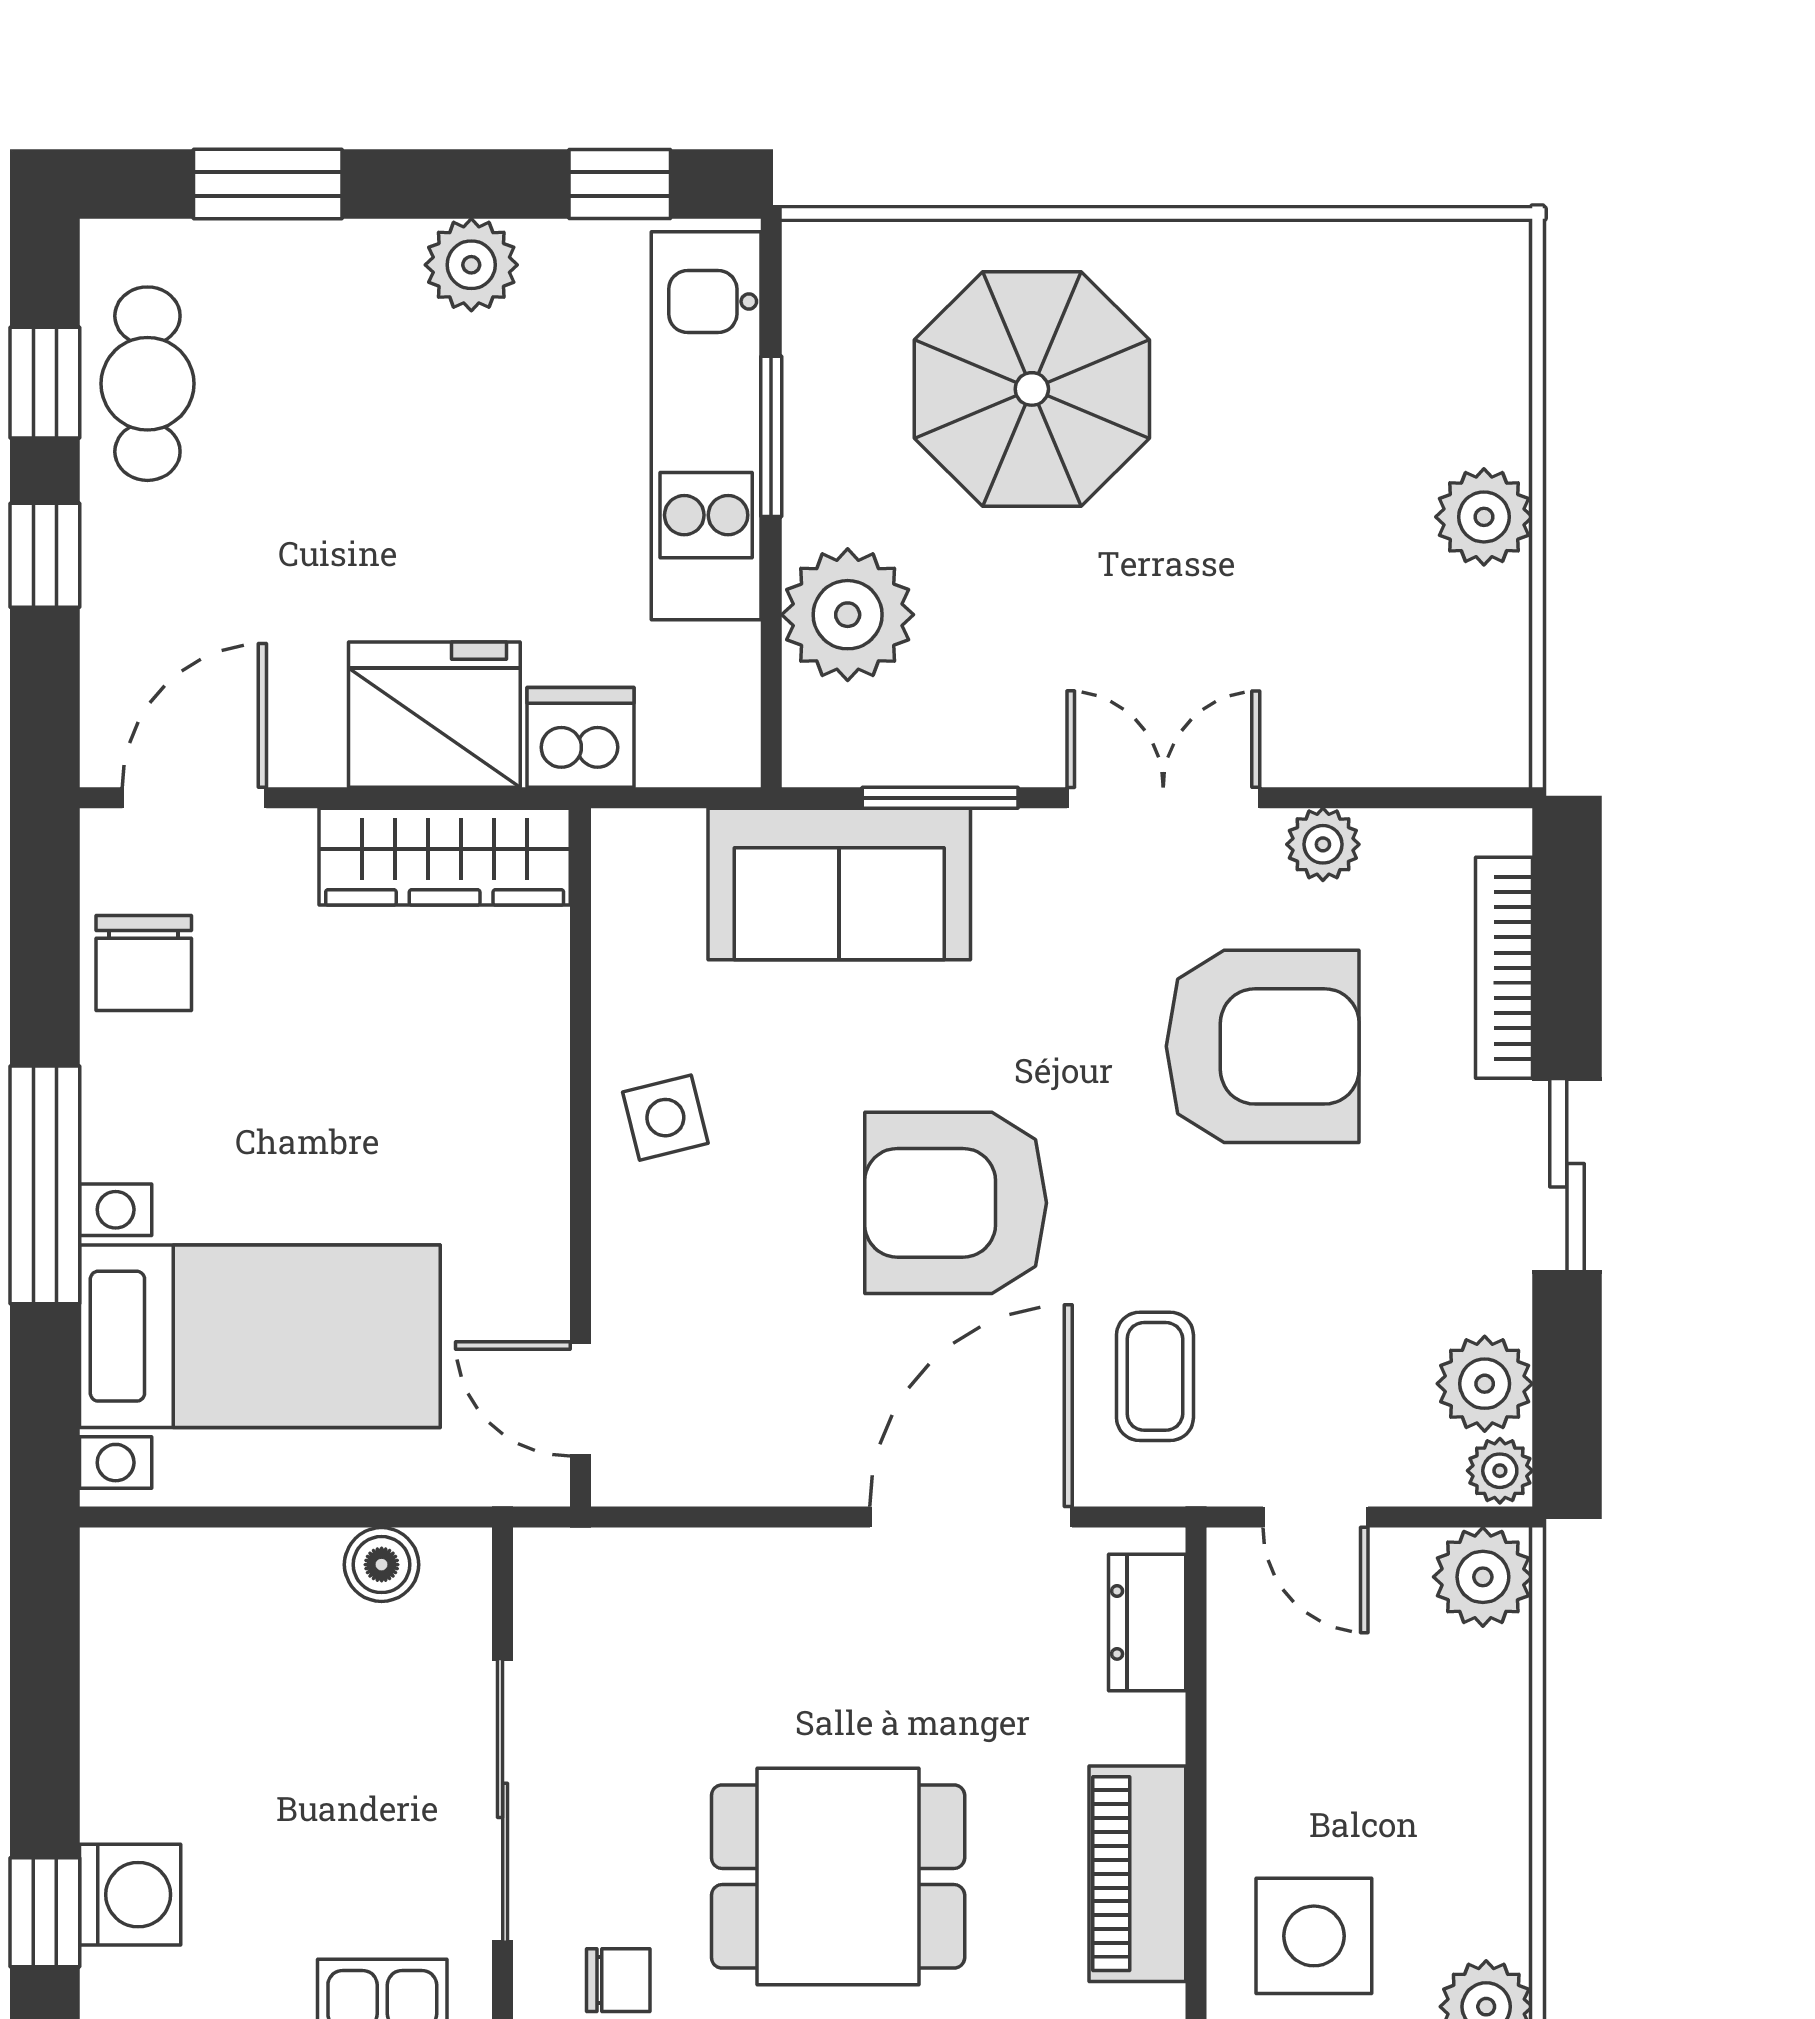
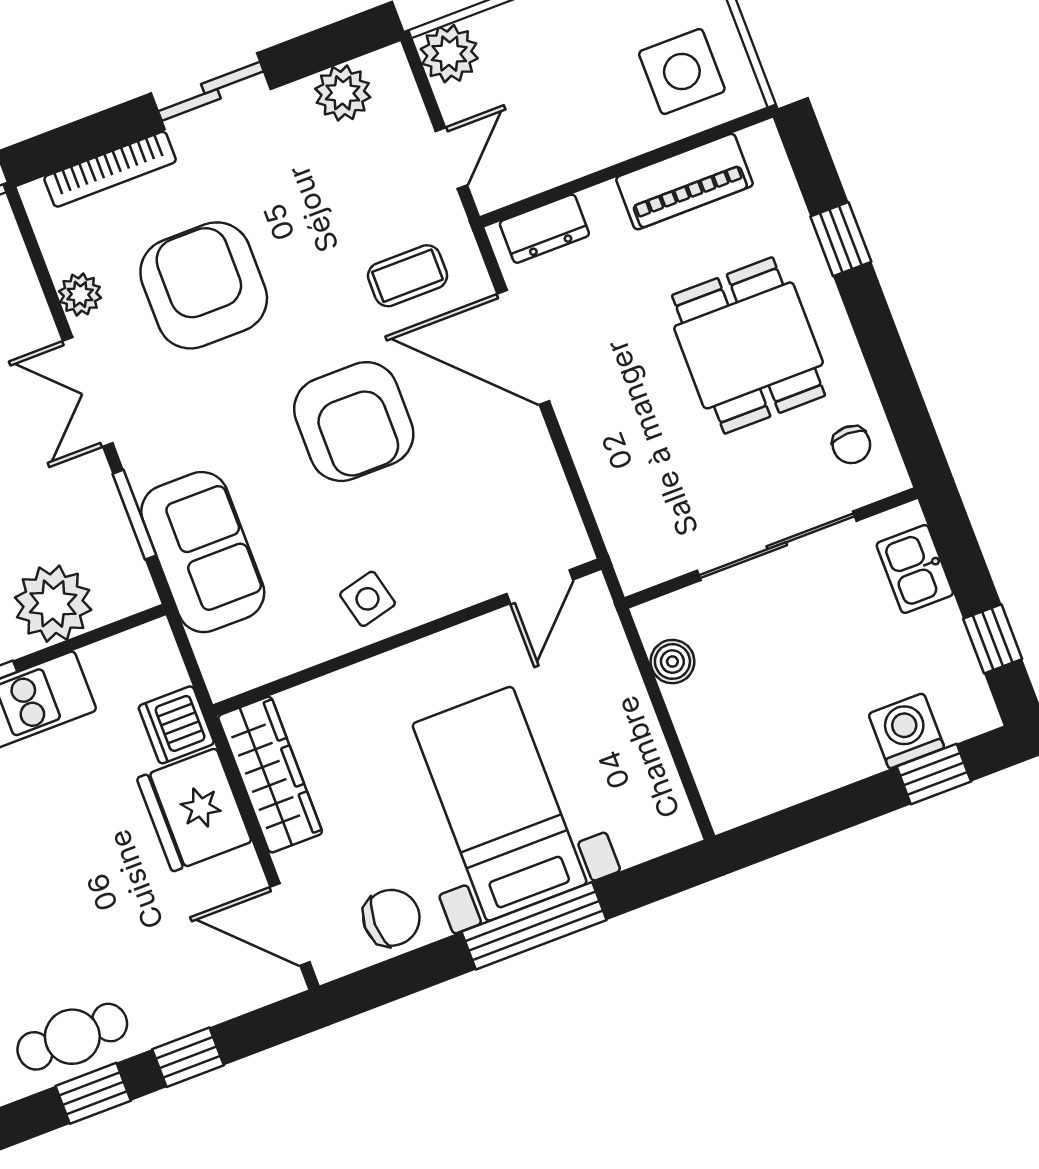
bed with nightstands: (260, 1336) -> (500, 804), moved
plant: (1500, 1471) -> (387, 66), removed
chair: (618, 1980) -> (851, 445), turned 180

